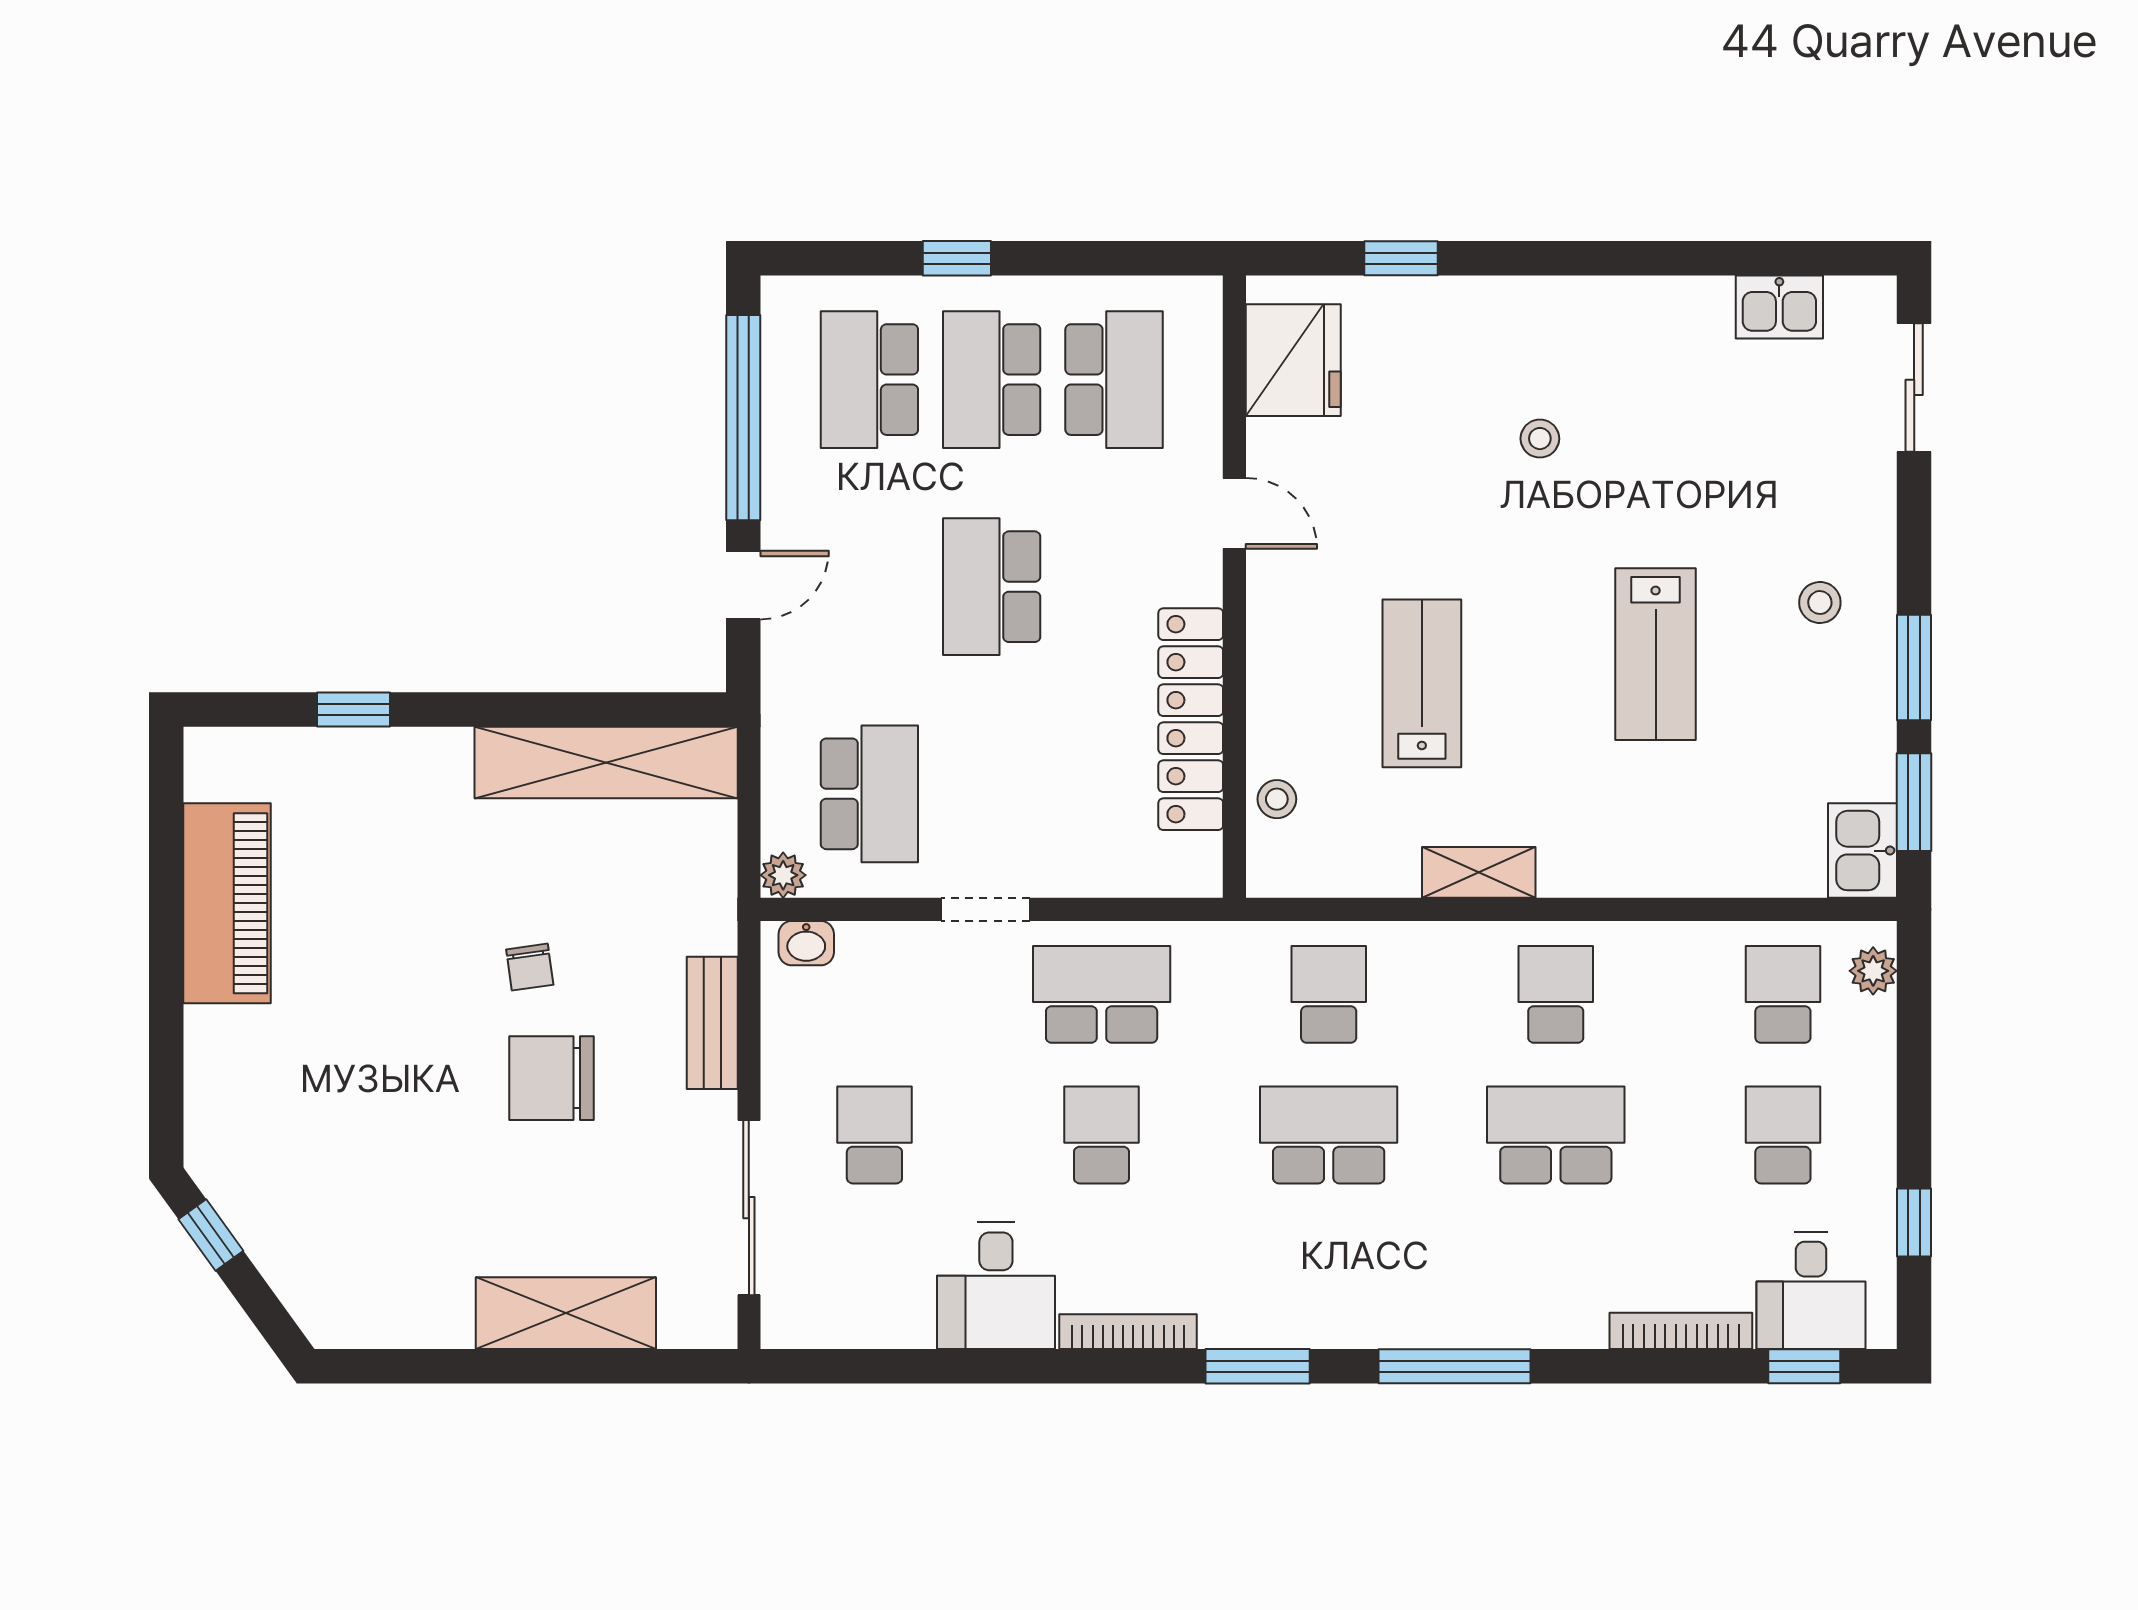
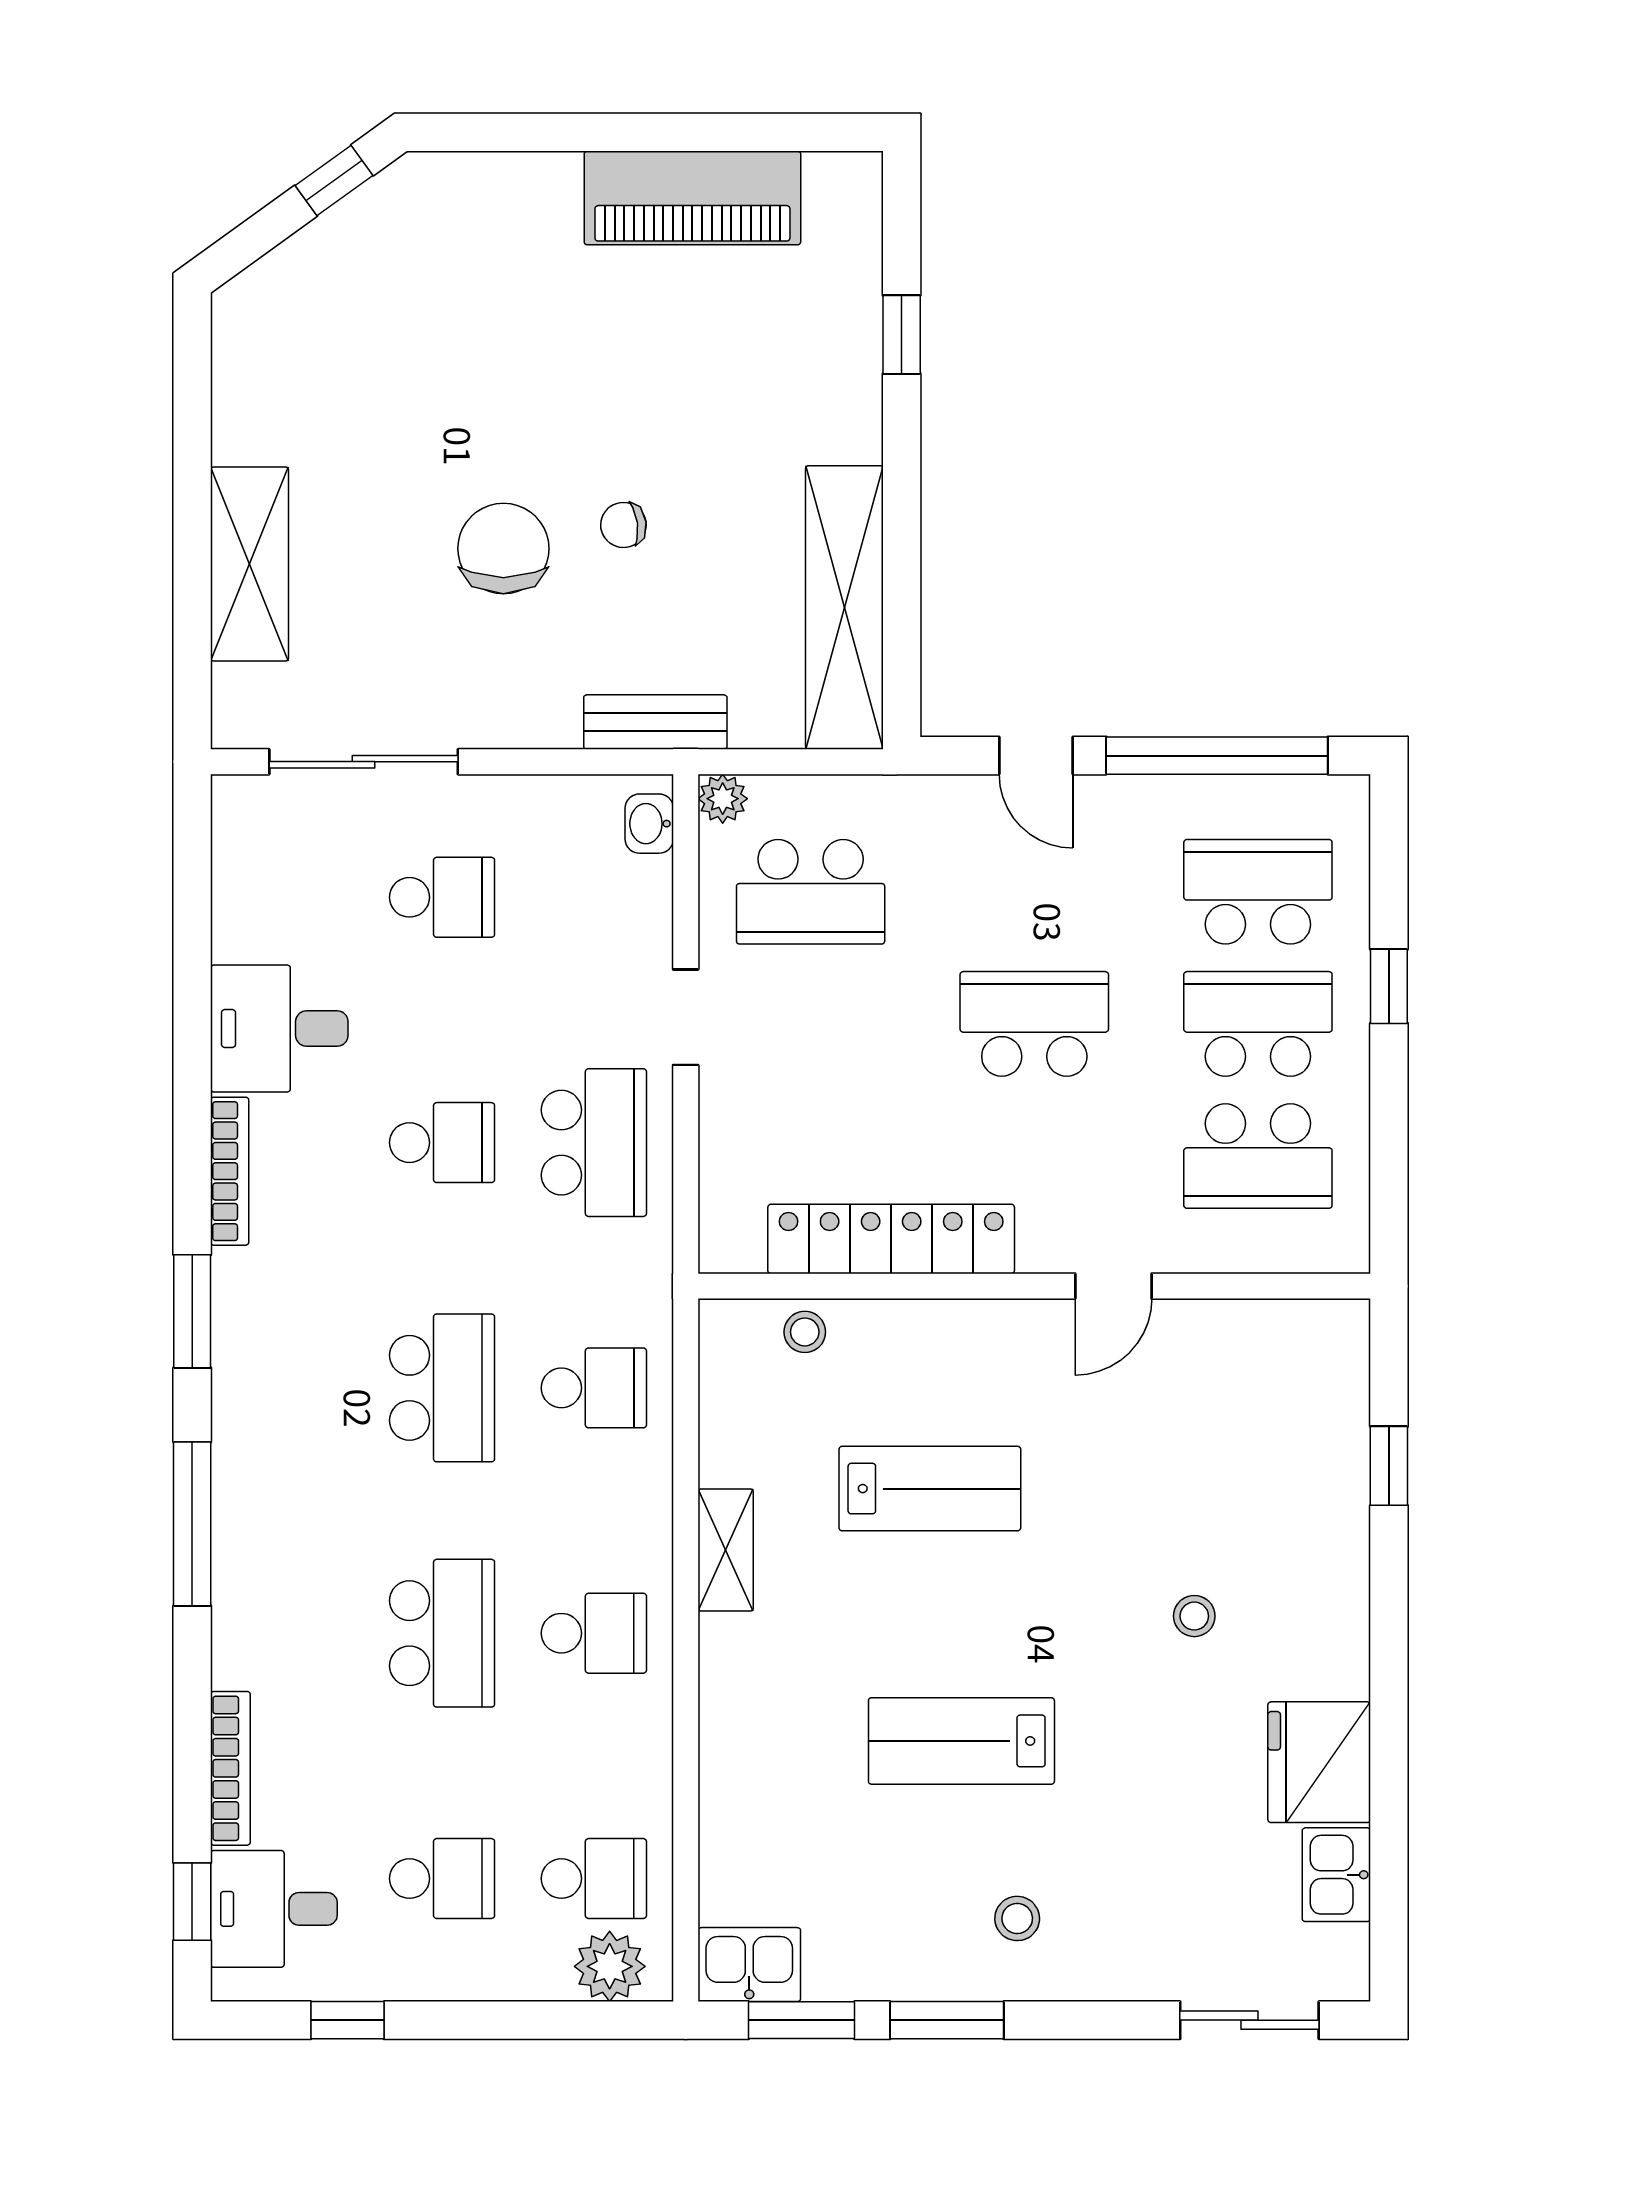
fridge: (1293, 360) -> (1319, 1762), moved, turned 90
plant: (1873, 971) -> (610, 1966), width x1.38, depth x1.38
bench: (712, 1023) -> (655, 722), moved

